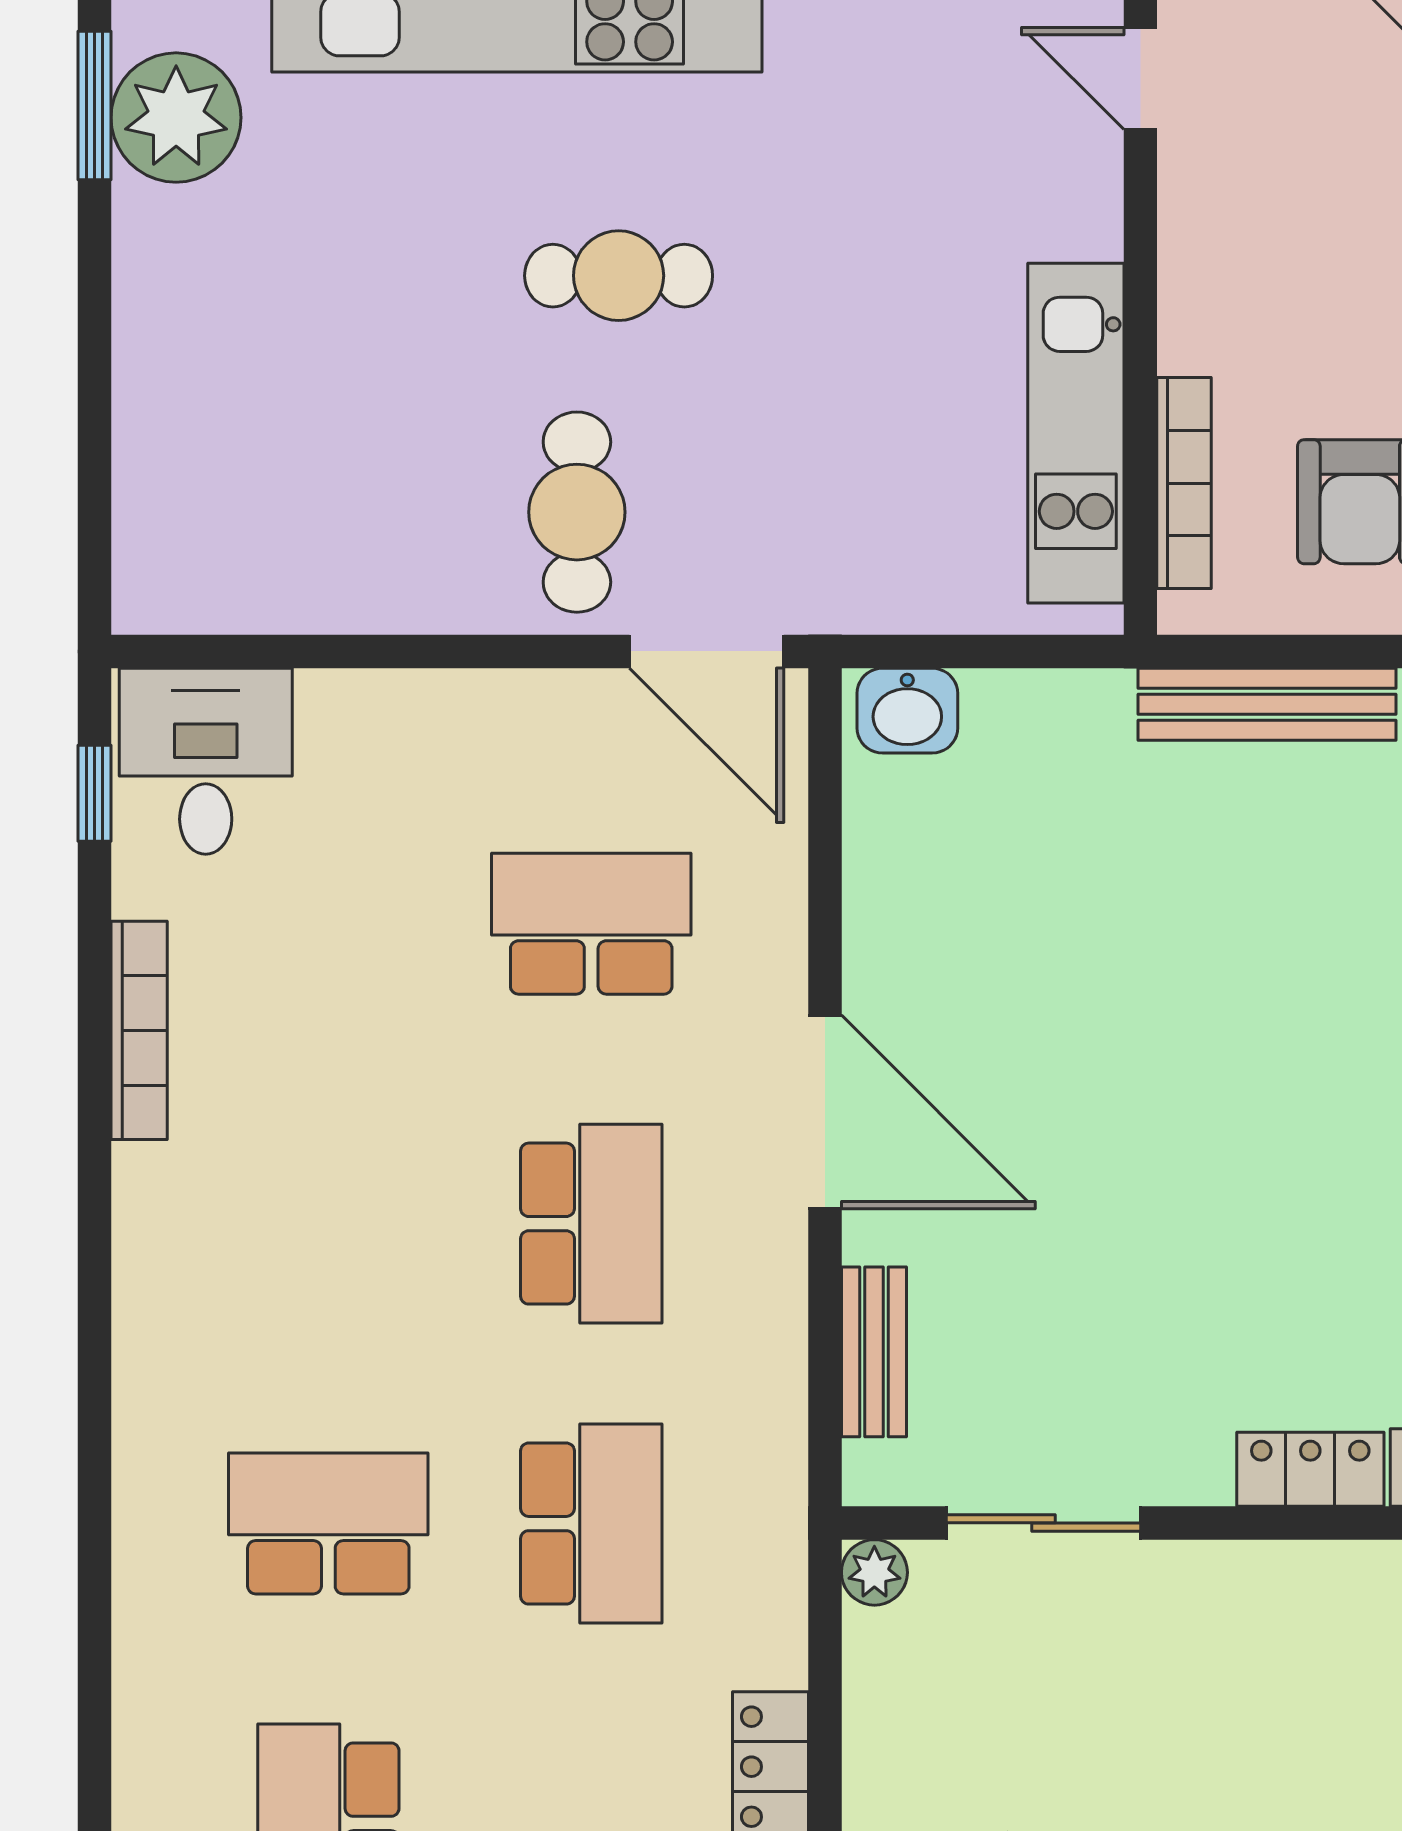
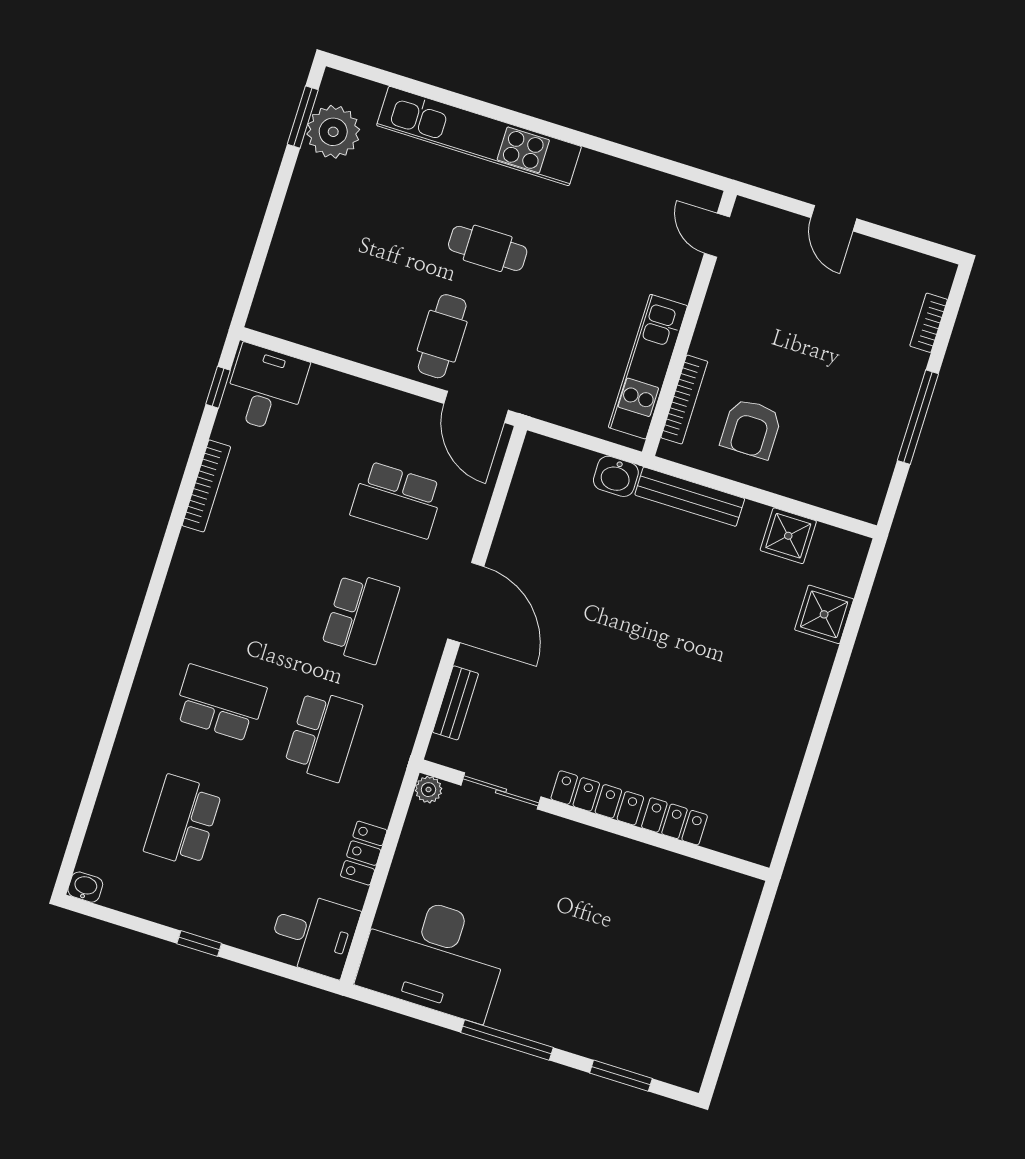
washbasin: (907, 711) -> (616, 476), moved
school desk: (591, 924) -> (397, 500), turned 180
locker: (1310, 1469) -> (597, 798), width x1.53

